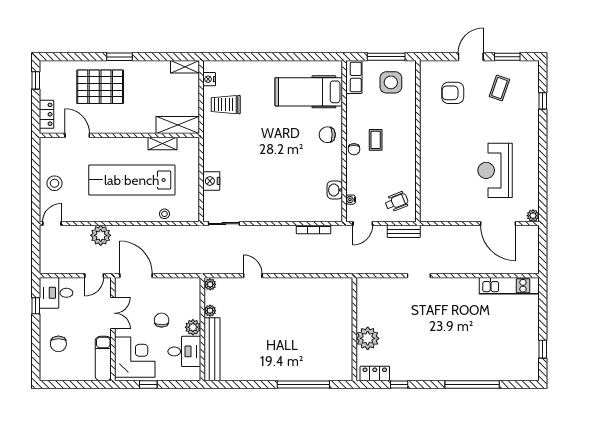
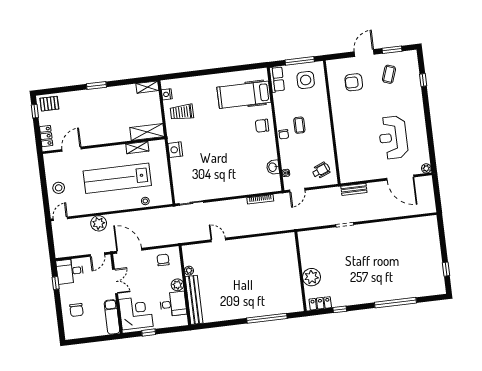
pallet: (100, 87) -> (49, 104), moved, width x0.49, depth x0.50
door: (77, 135) -> (71, 149), hinge flipped
nightstand: (211, 181) -> (175, 150), moved
bench: (404, 231) -> (354, 189), moved
plant: (210, 284) -> (187, 251), removed
kitchen unit: (509, 286) -> (415, 224), removed
chair: (162, 320) -> (163, 260), moved

